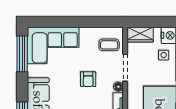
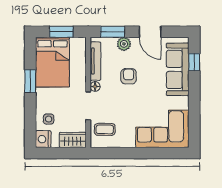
window: (22, 54) -> (194, 120), removed
armchair: (88, 79) -> (128, 76), moved

